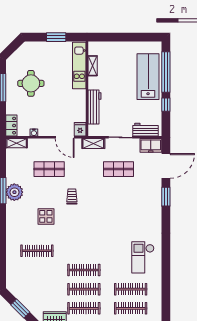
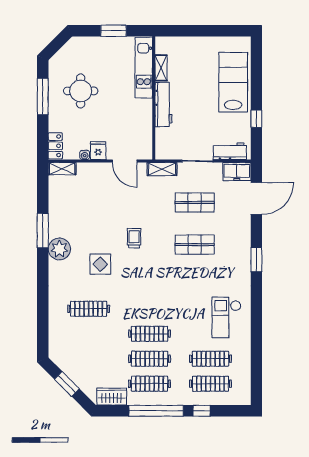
window: (166, 72) -> (256, 76), removed
workbench: (94, 107) -> (163, 105), moved
fridge: (80, 129) -> (98, 151), moved
shop shelf: (49, 169) -> (195, 245), moved
plant: (14, 192) -> (59, 249), moved
window: (166, 197) -> (256, 260), moved

